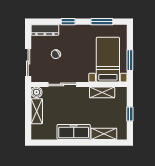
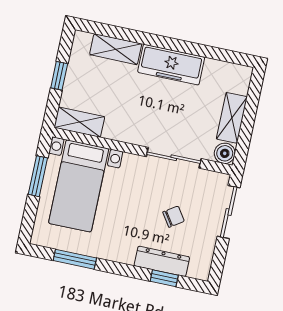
window: (68, 22) -> (164, 278), moved
dresser: (45, 30) -> (162, 261), moved
shelving: (102, 92) -> (79, 122), moved

